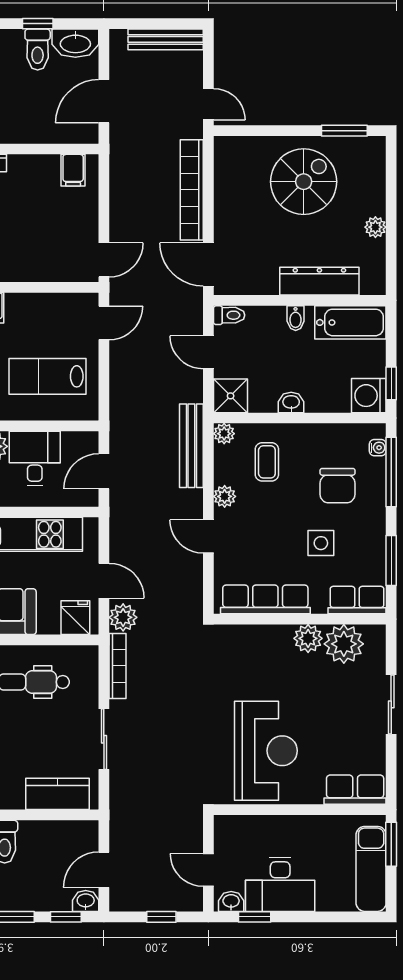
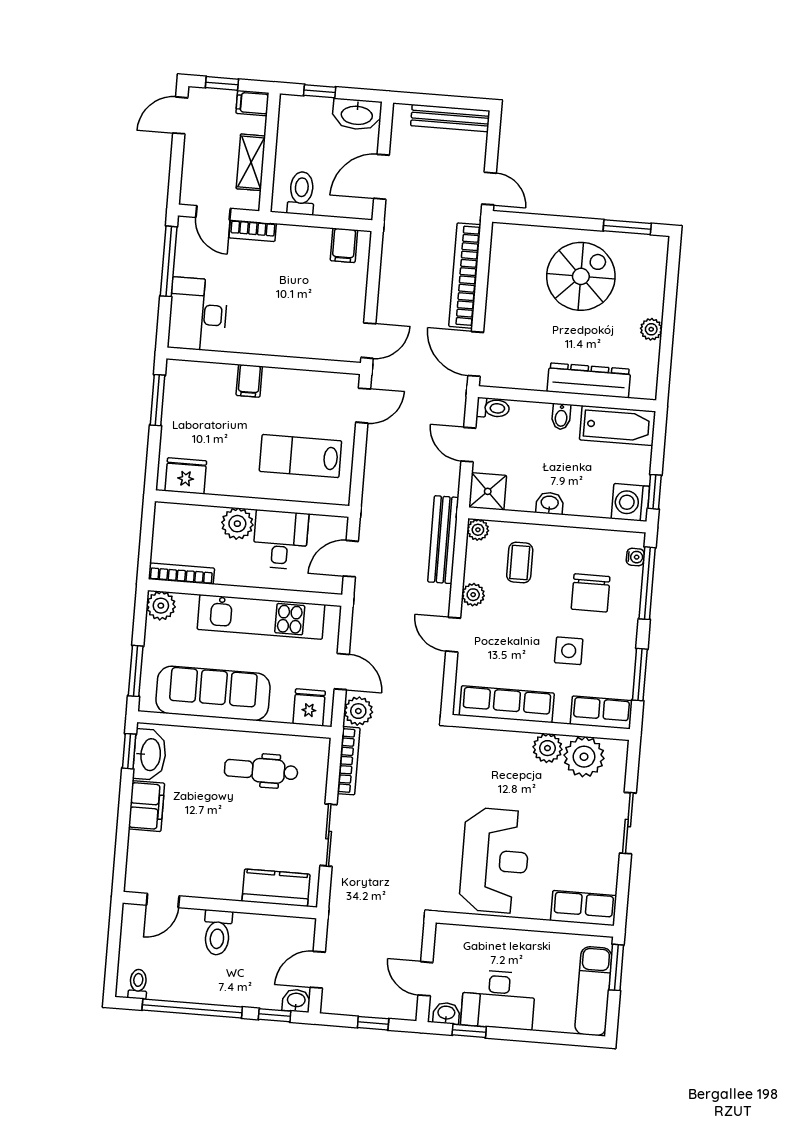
toilet: (38, 49) -> (301, 193), moved, turned 180

